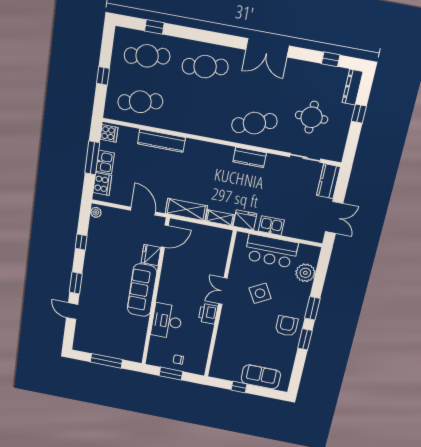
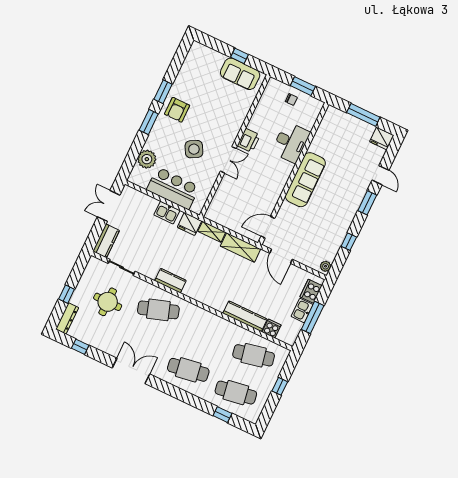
cooker: (109, 133) -> (272, 329), moved, turned 90
fridge: (151, 255) -> (382, 138), moved, turned 90
sofa: (261, 377) -> (240, 74), moved

